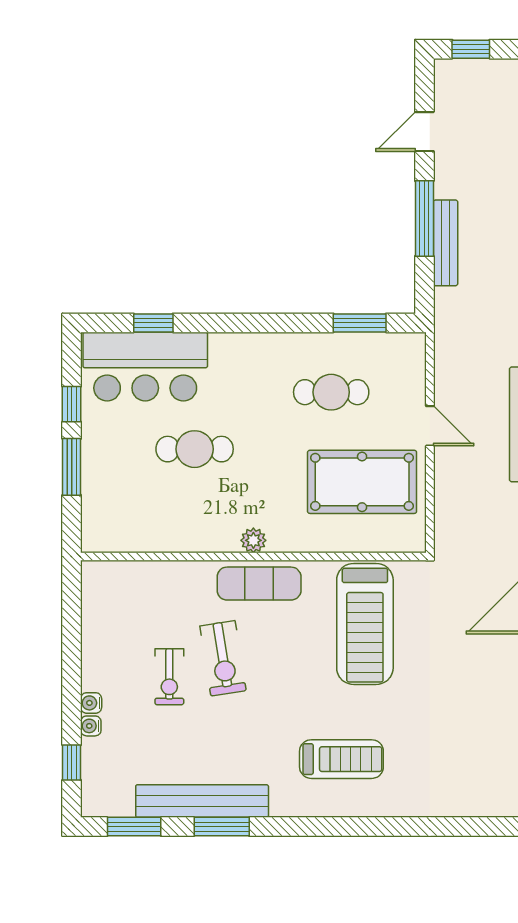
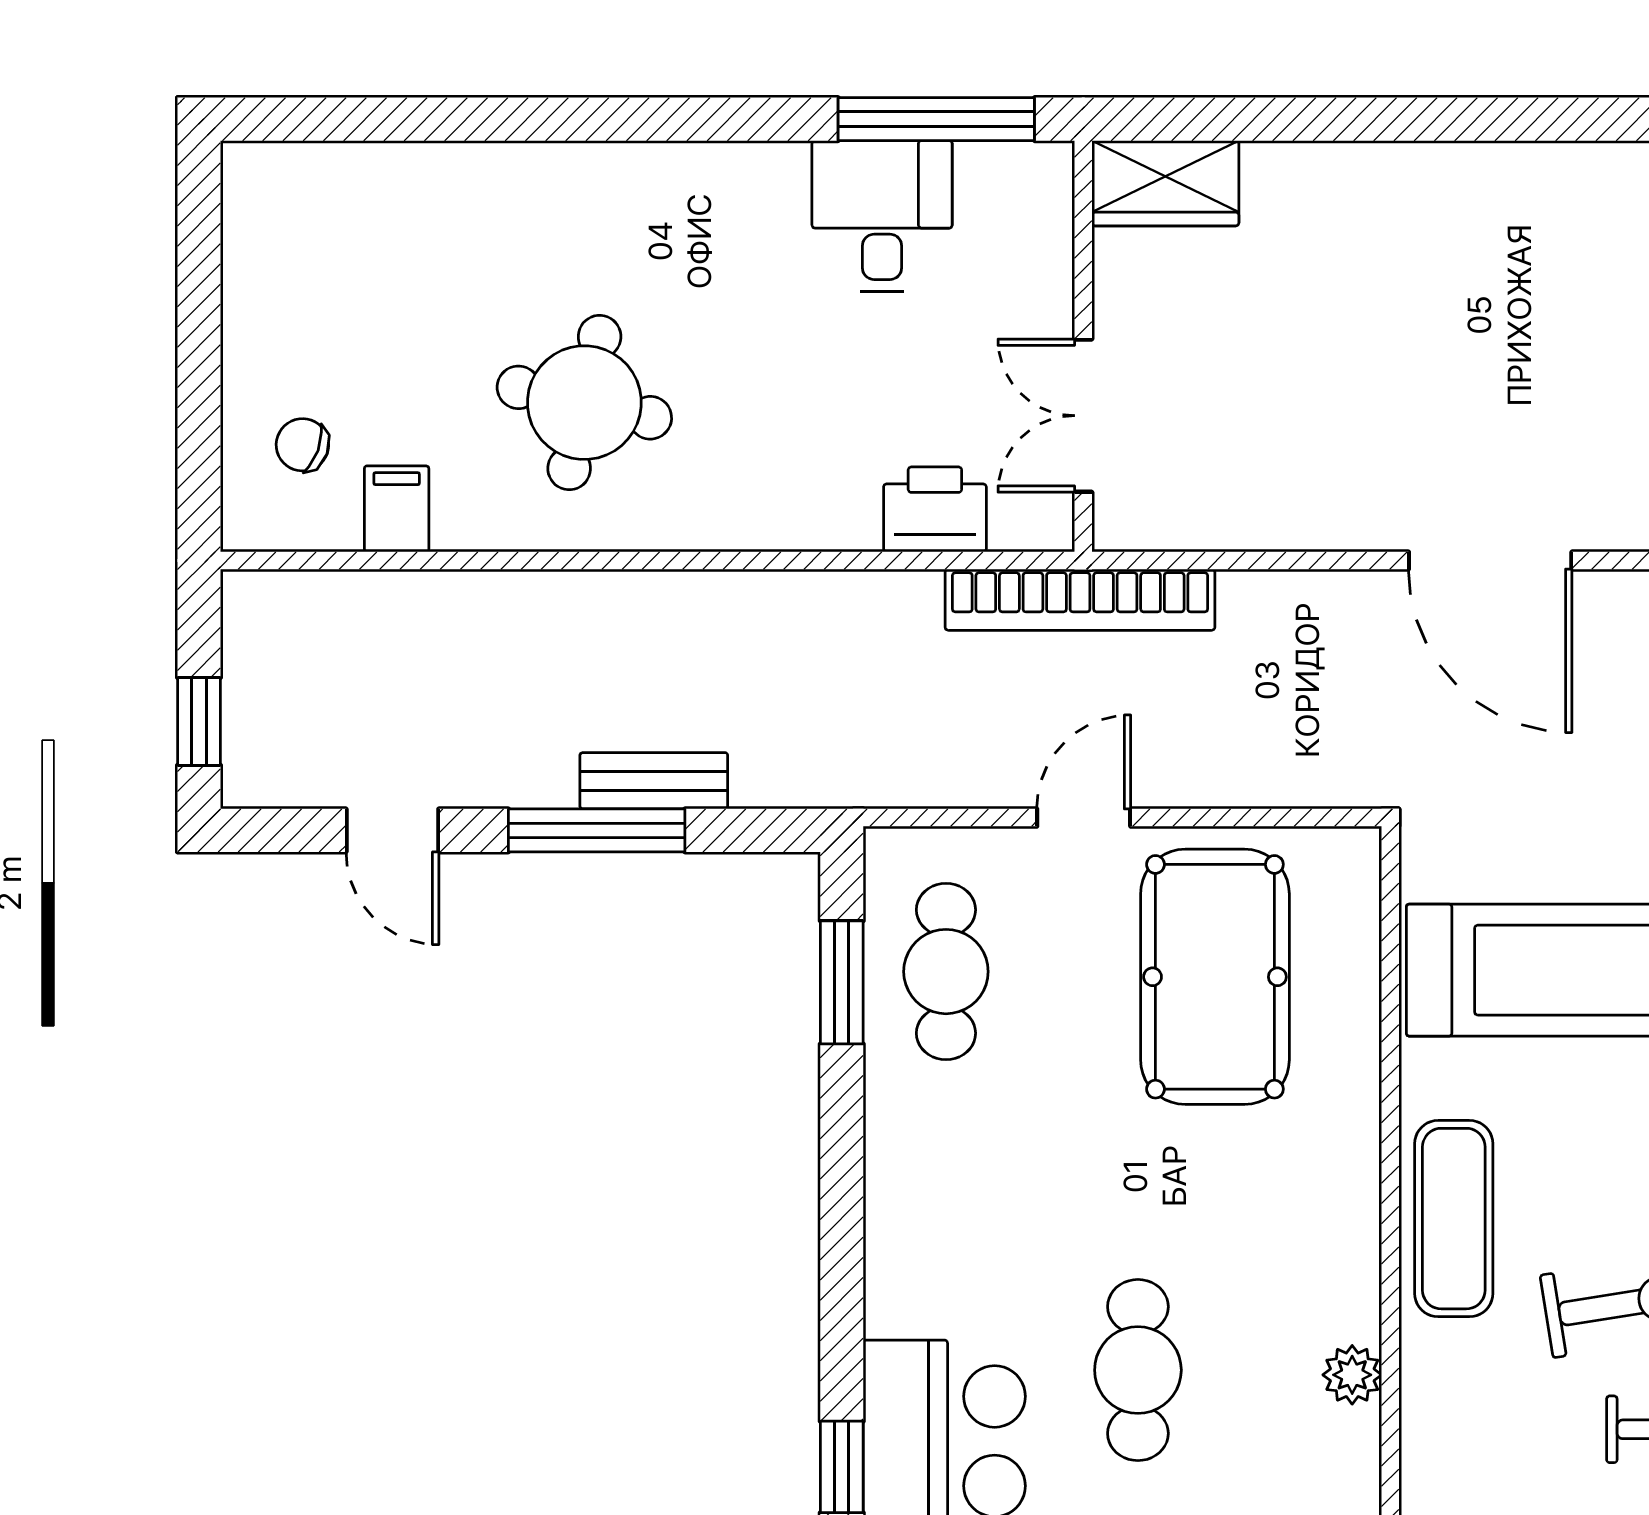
bench: (446, 243) -> (654, 781), width x0.73
cafe table: (331, 392) -> (946, 972), moved
plant: (253, 540) -> (1352, 1375), moved

